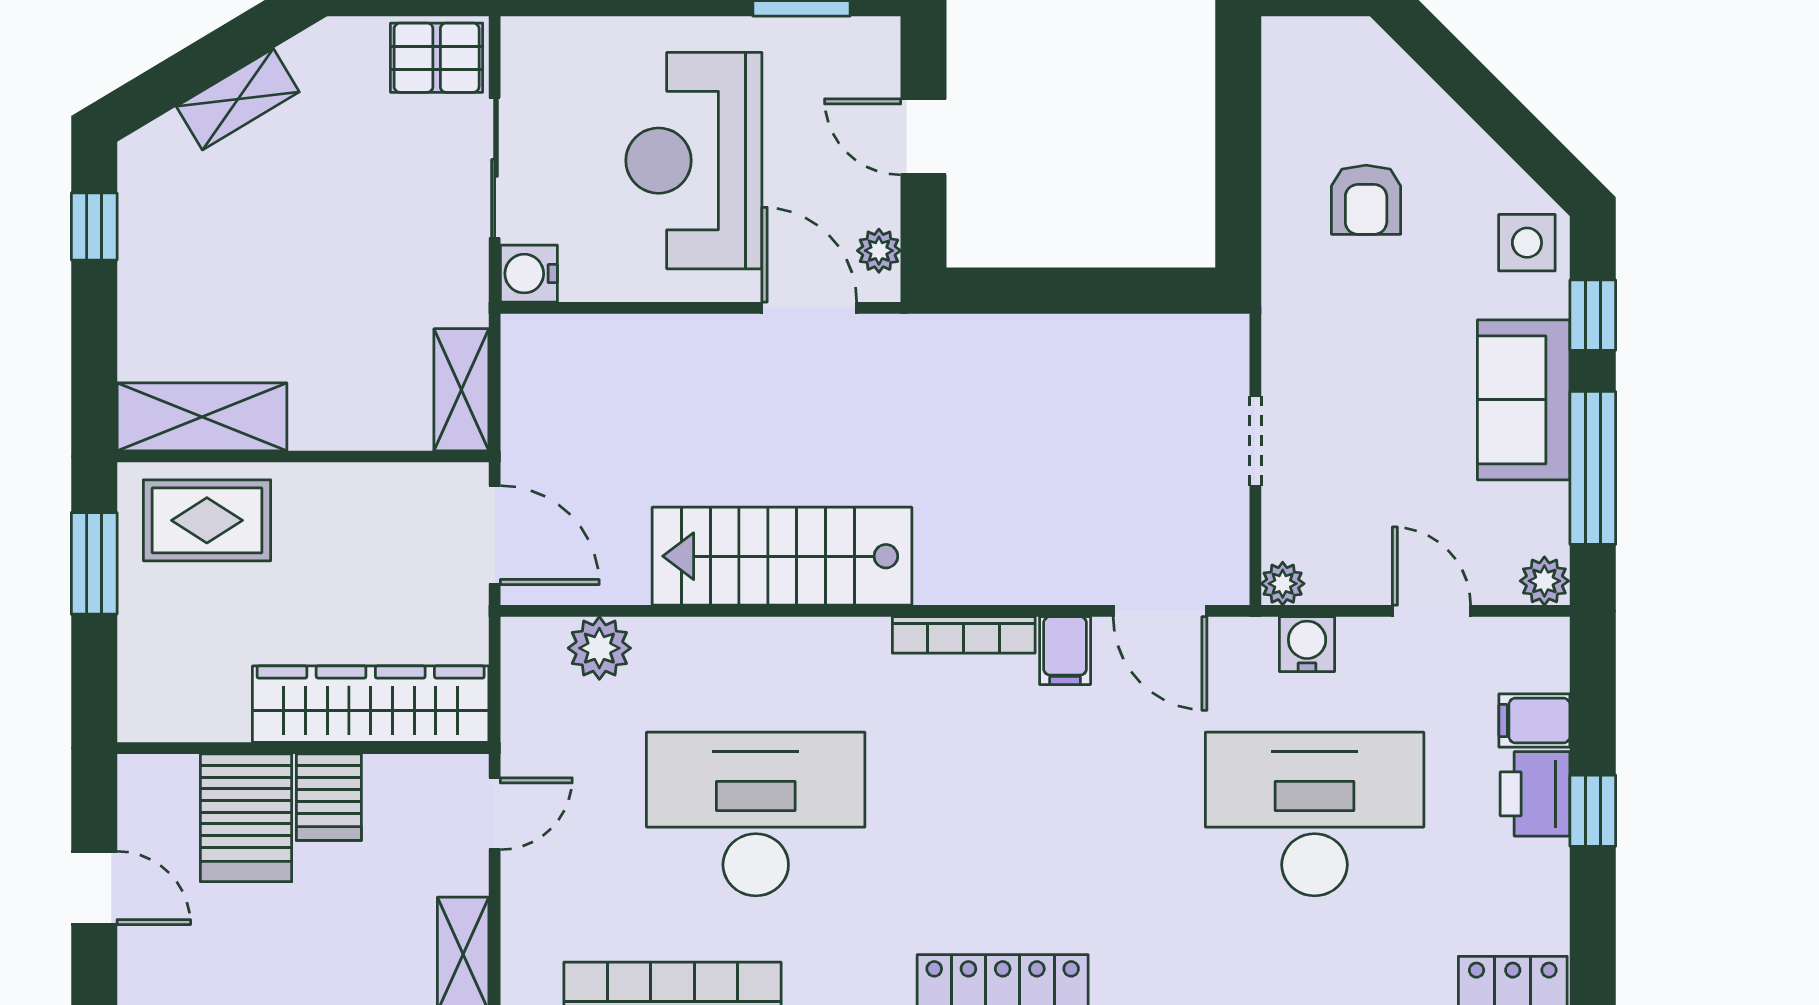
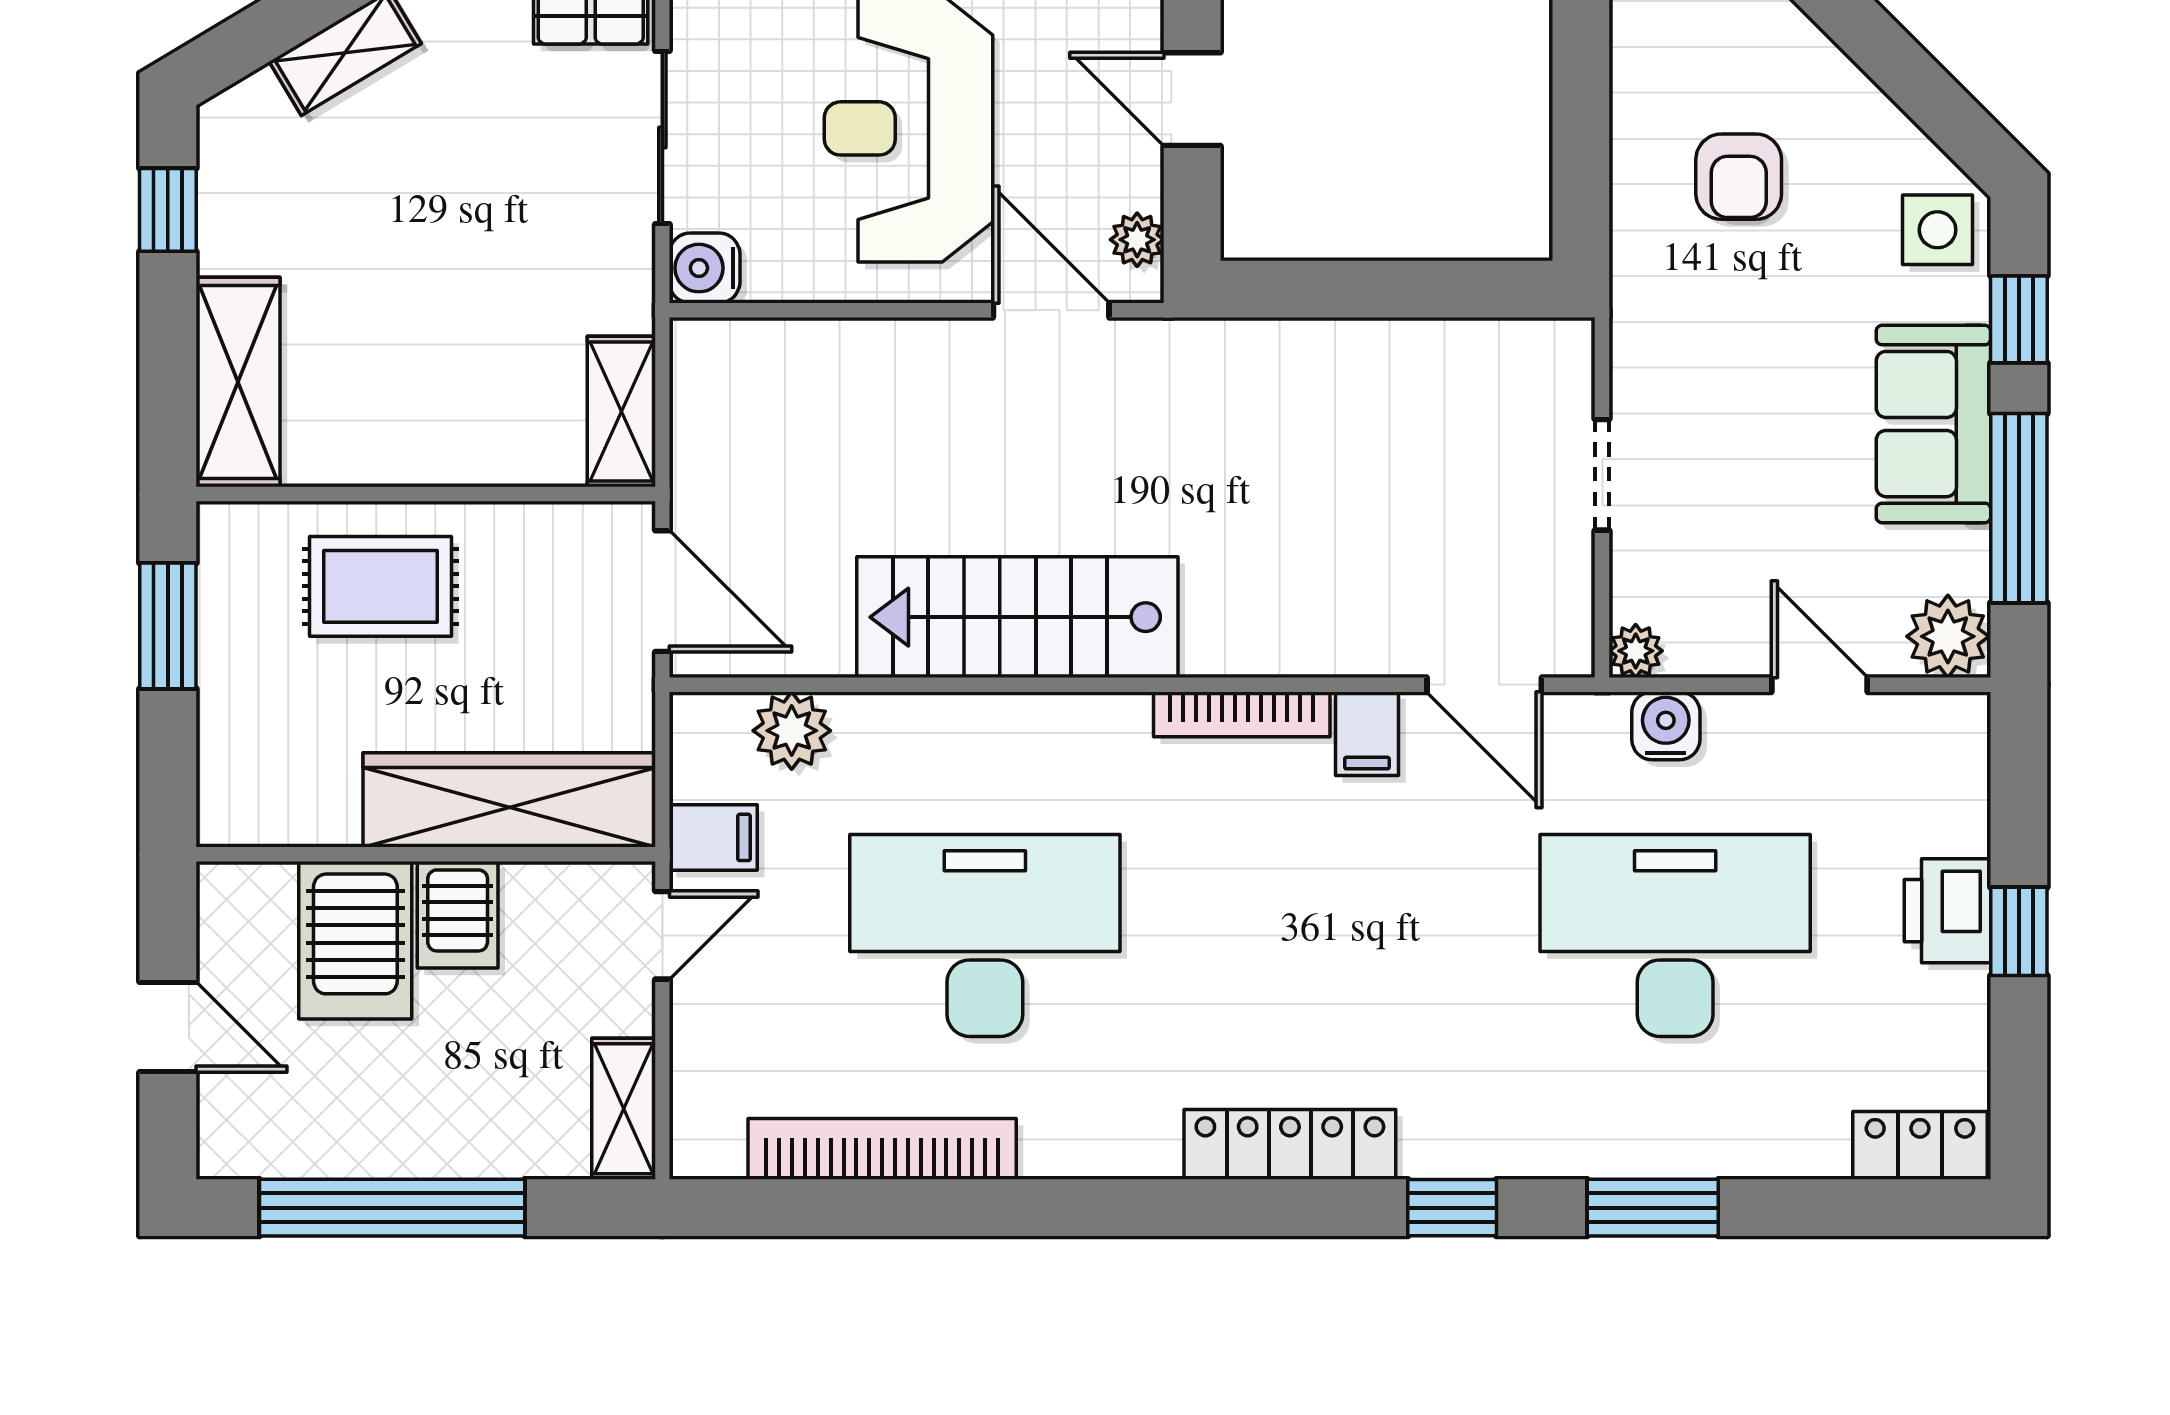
shelving: (202, 417) -> (238, 382), moved, turned 90
rug: (207, 520) -> (380, 586), moved
plant: (1544, 581) -> (1948, 636), width x1.38, depth x1.38
filing cabinet: (1534, 721) -> (713, 837), moved, turned 180

